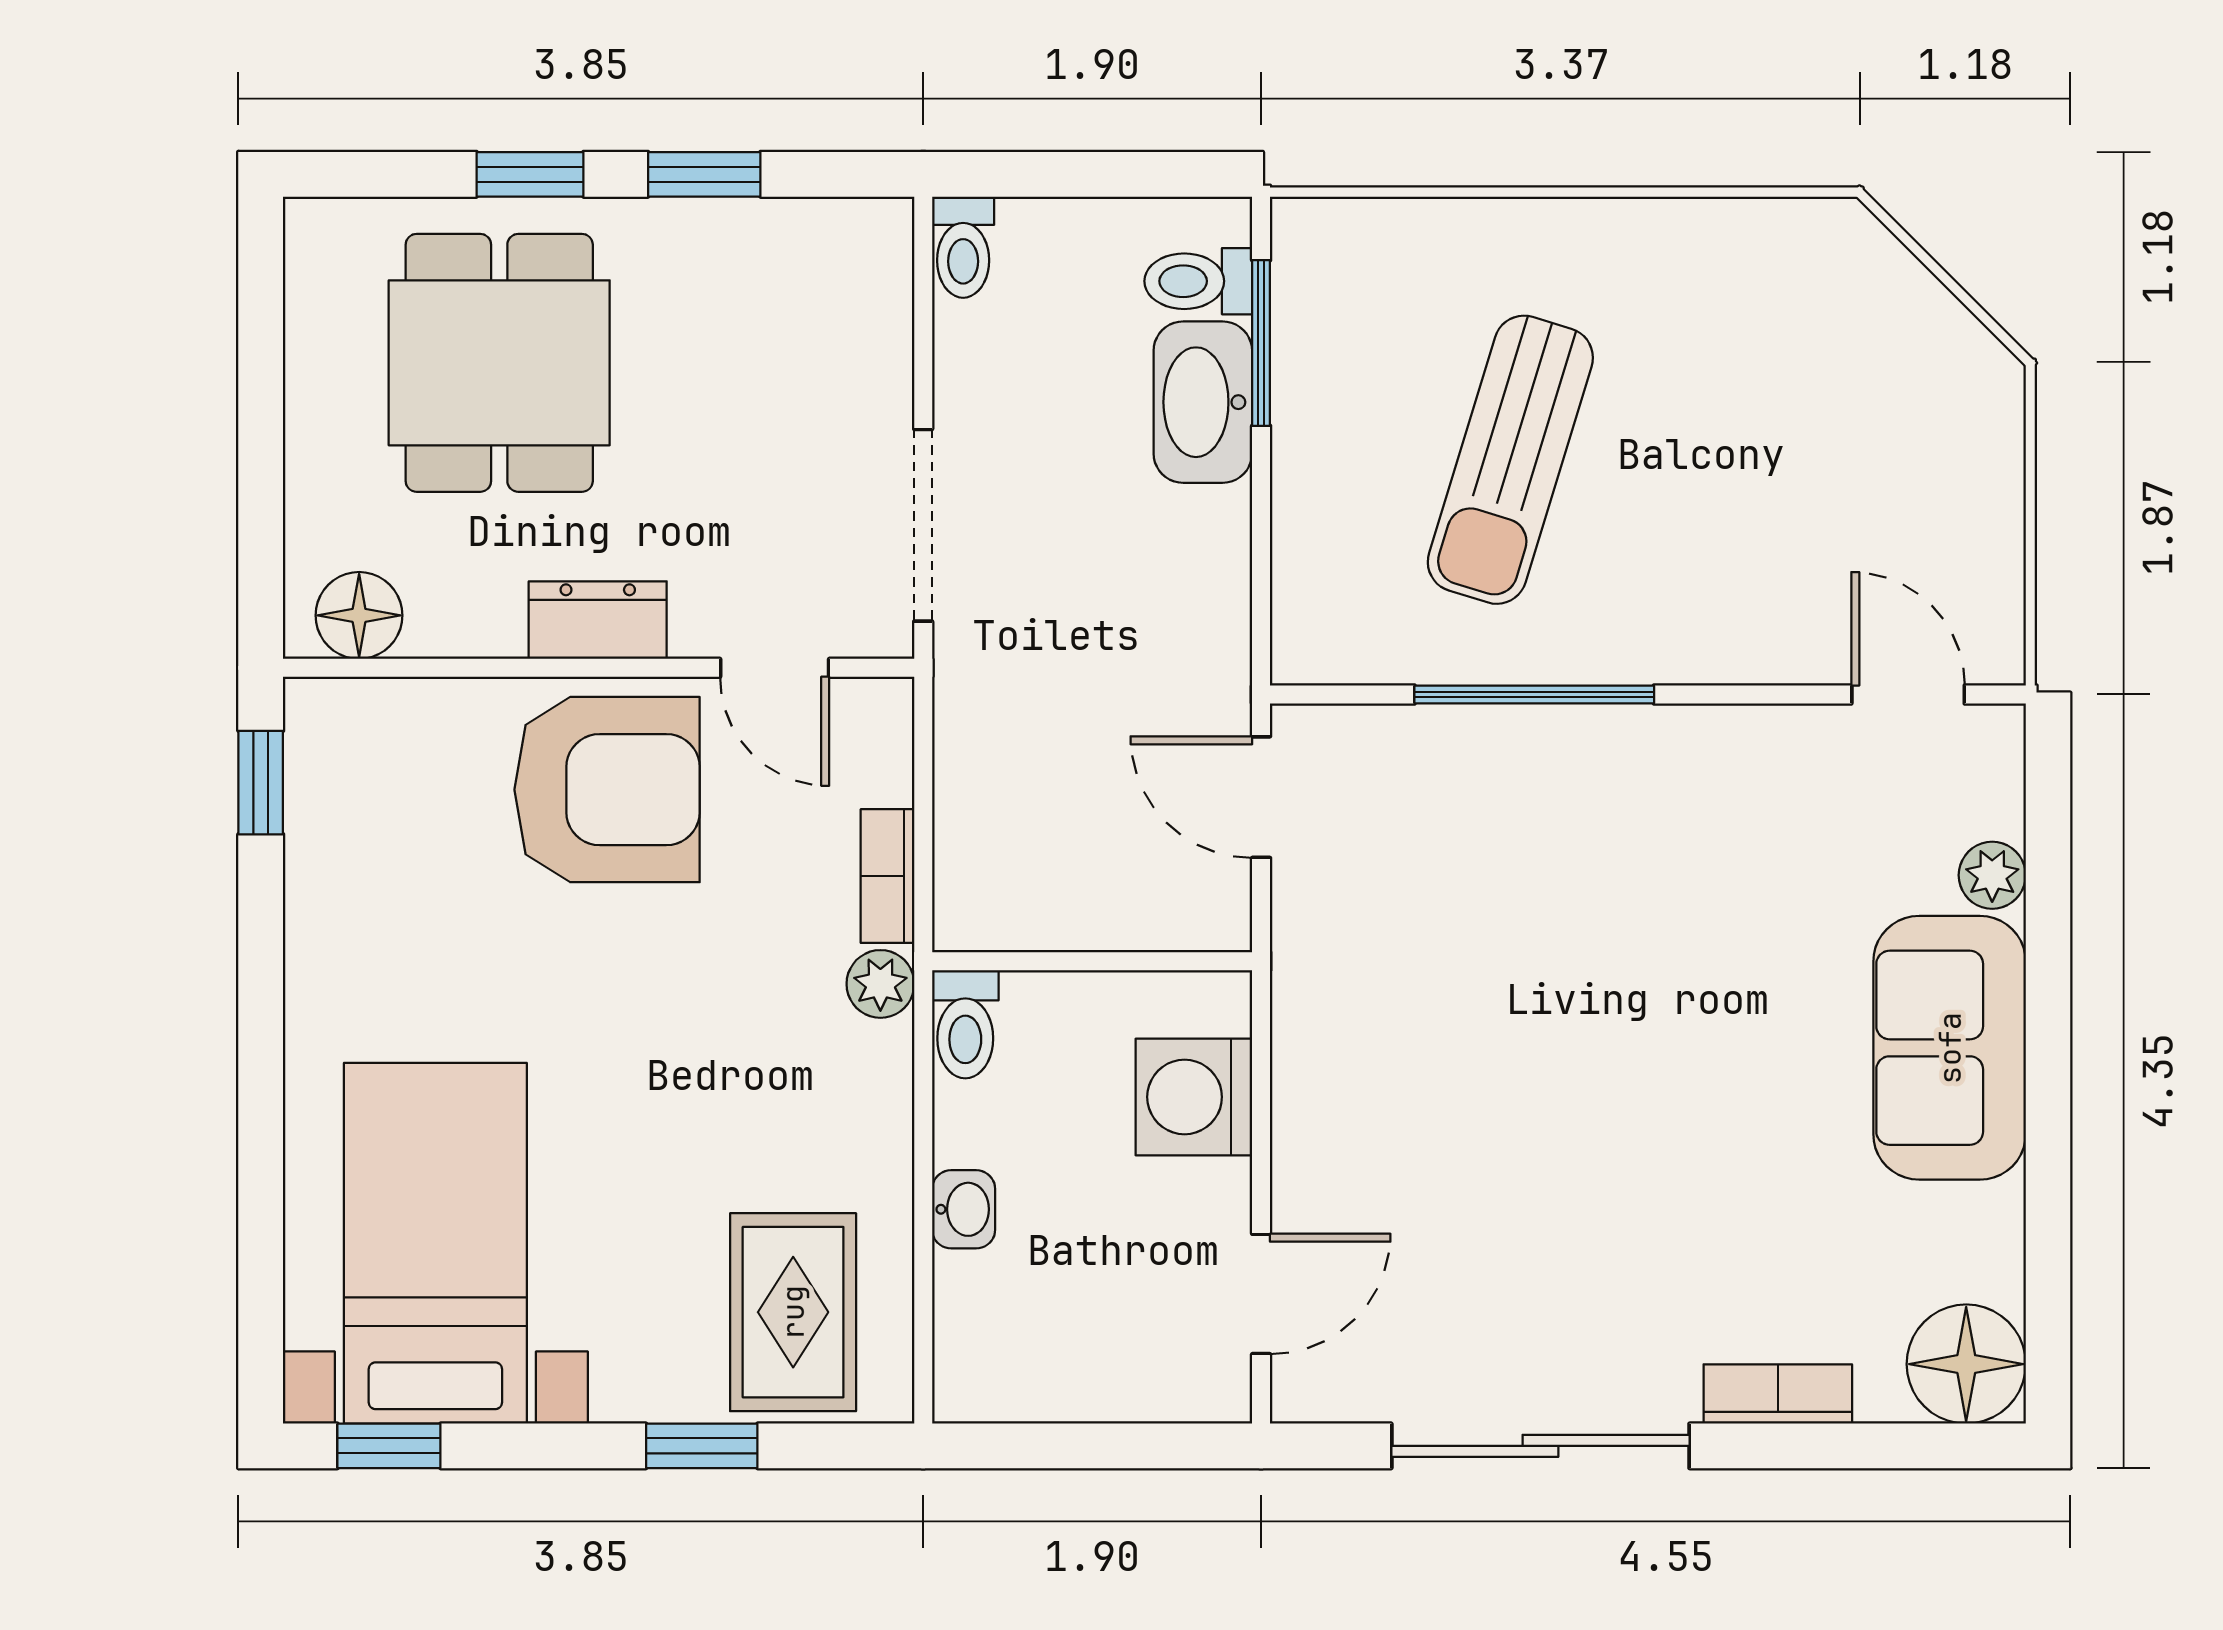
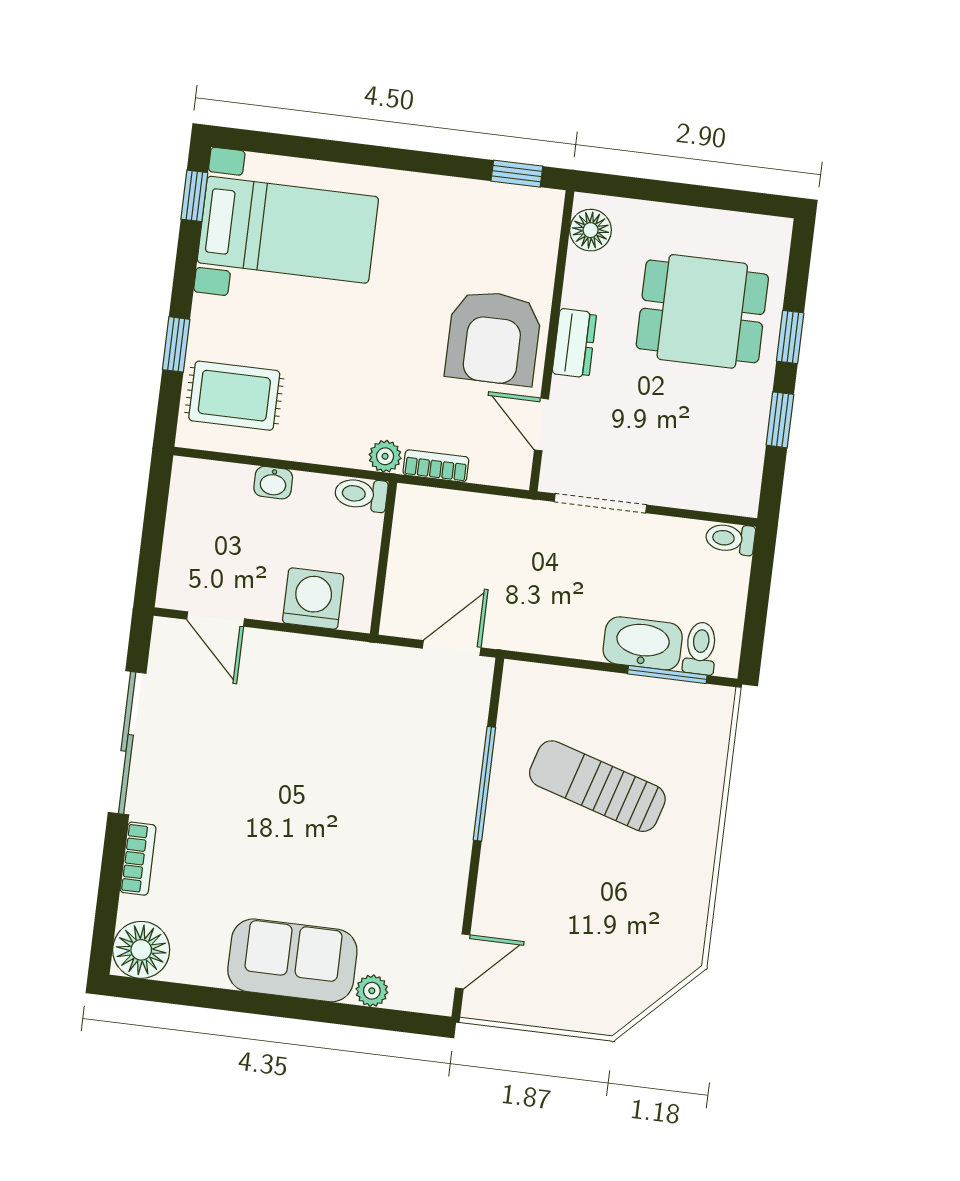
door: (775, 668) -> (541, 424), hinge flipped

